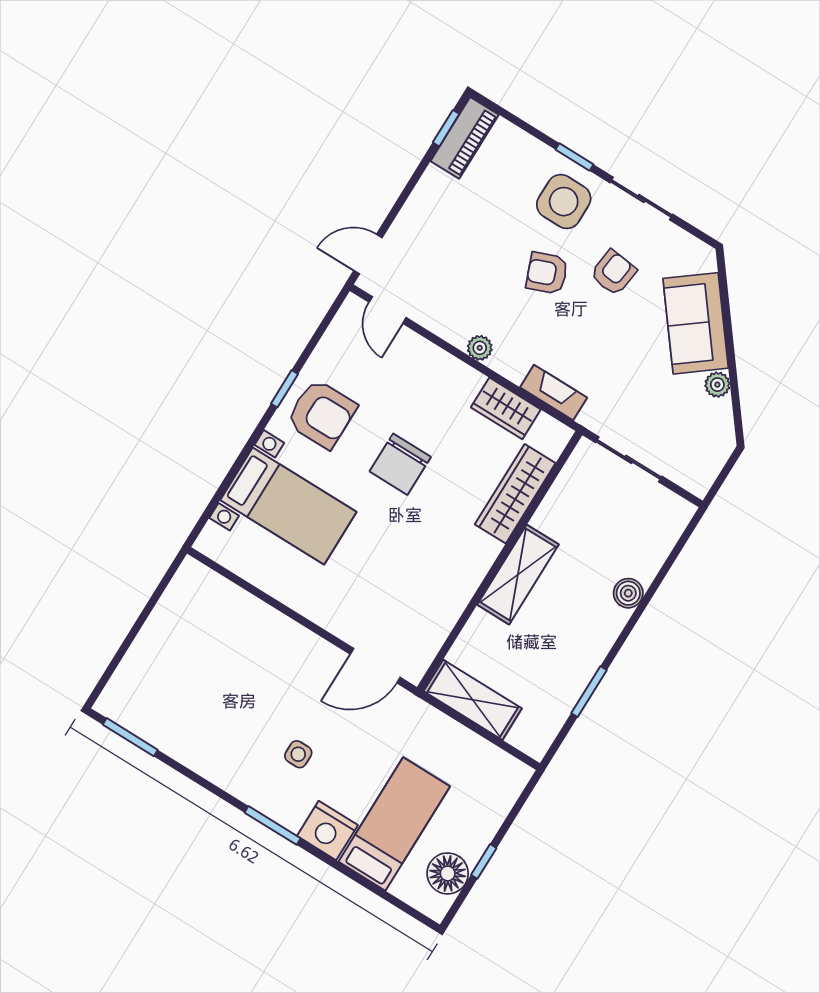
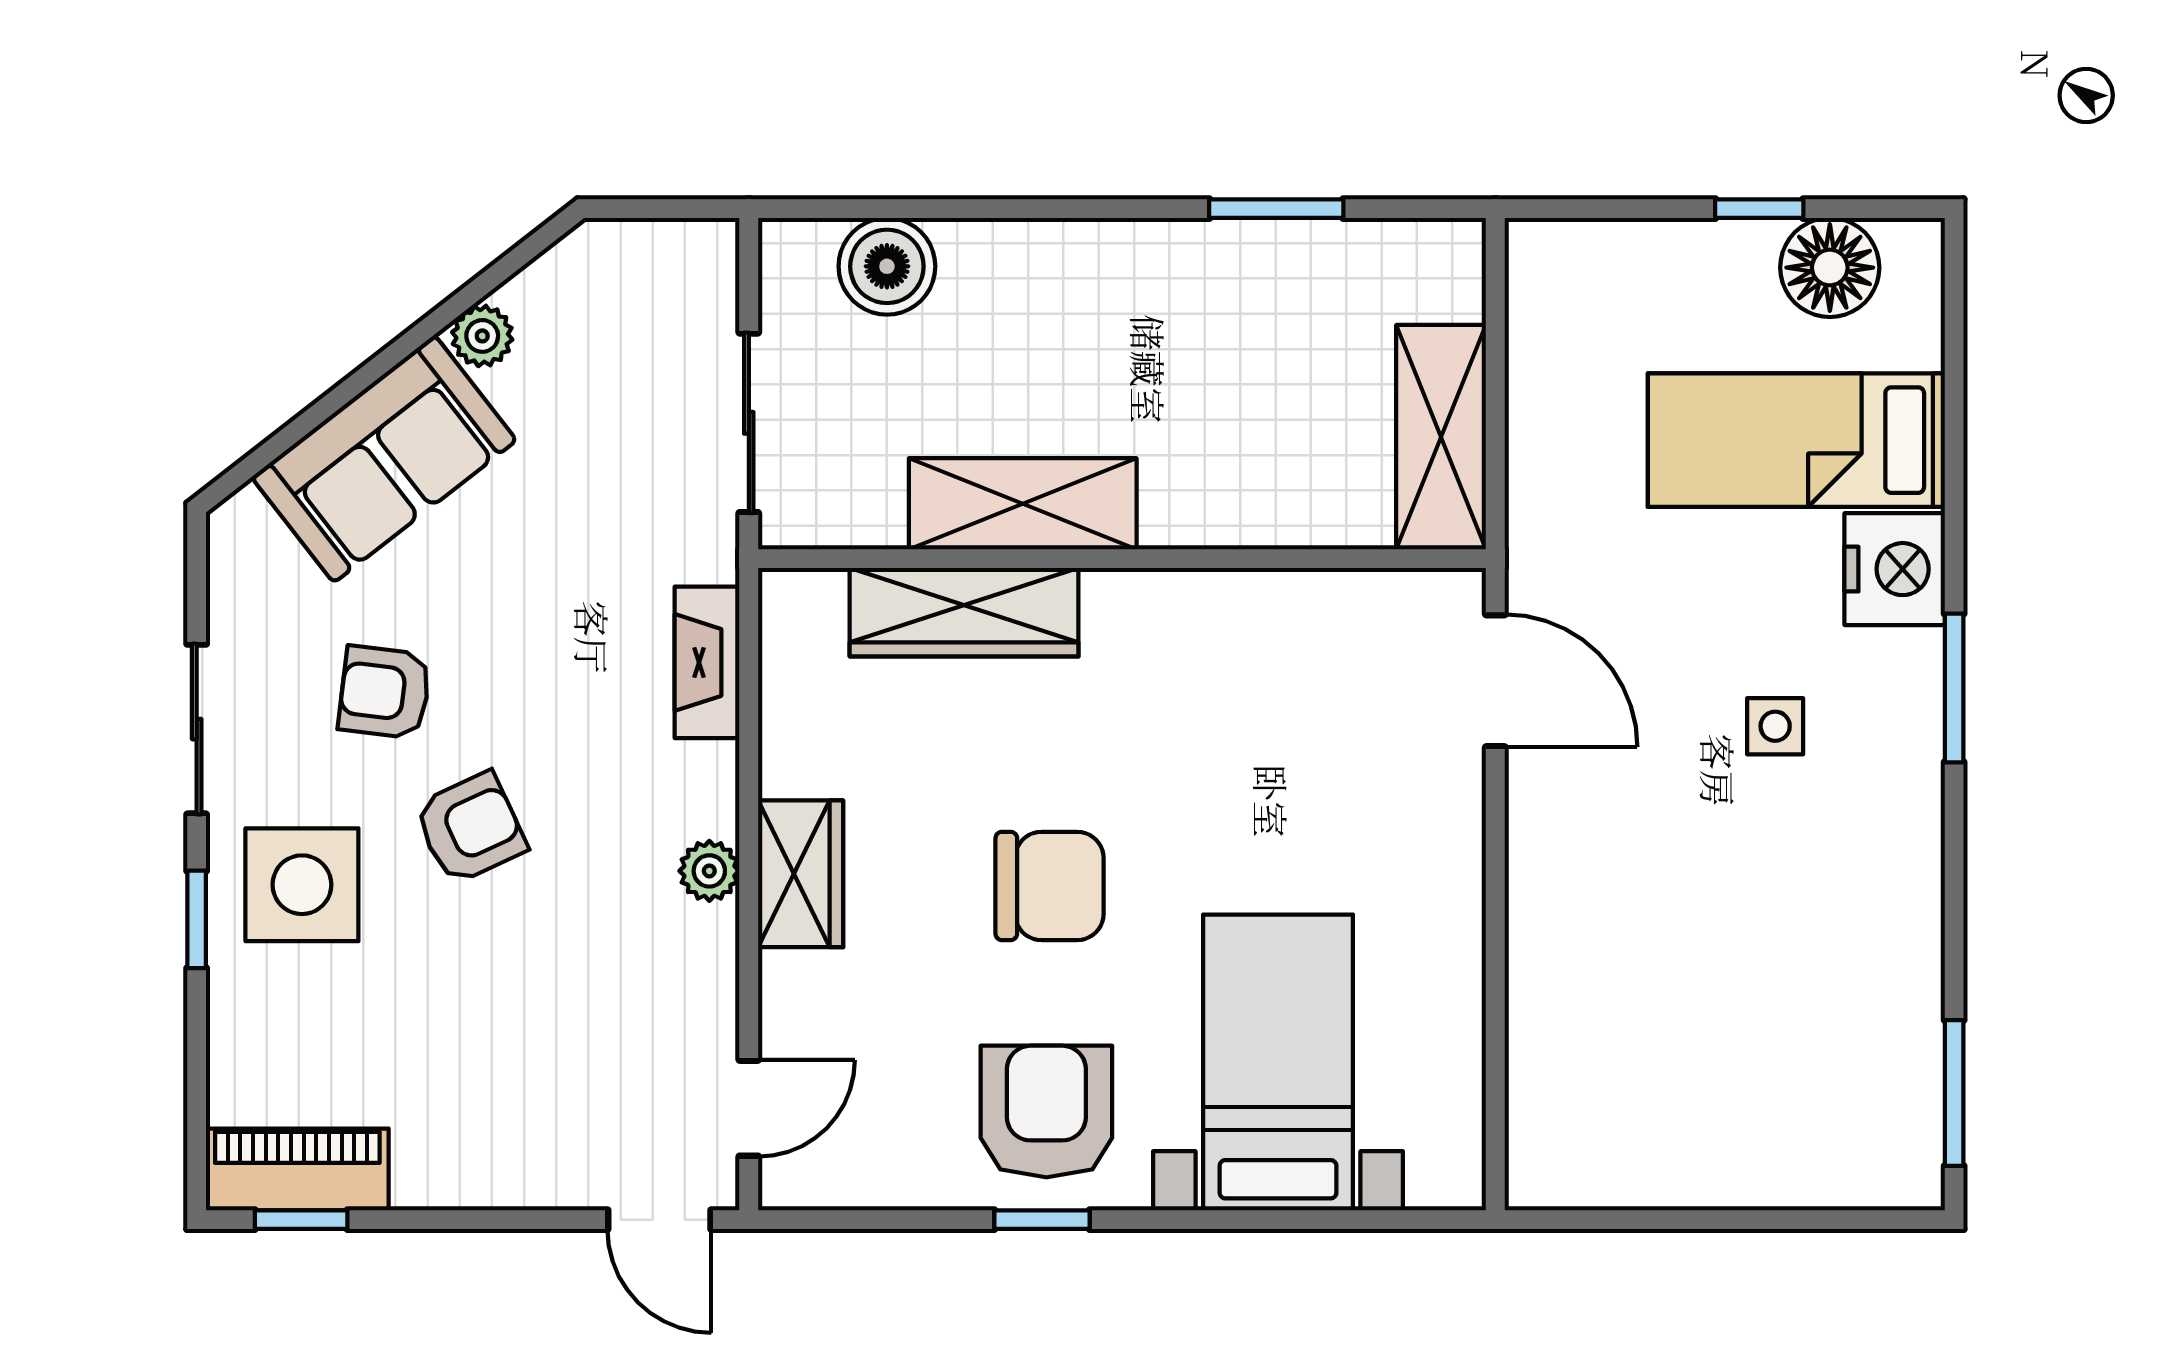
armchair: (547, 273) -> (470, 828), turned -94
wardrobe: (506, 408) -> (801, 874), moved
shelving: (518, 575) -> (1023, 504), moved
boiler: (628, 593) -> (887, 266), moved, width x1.36, depth x1.36

